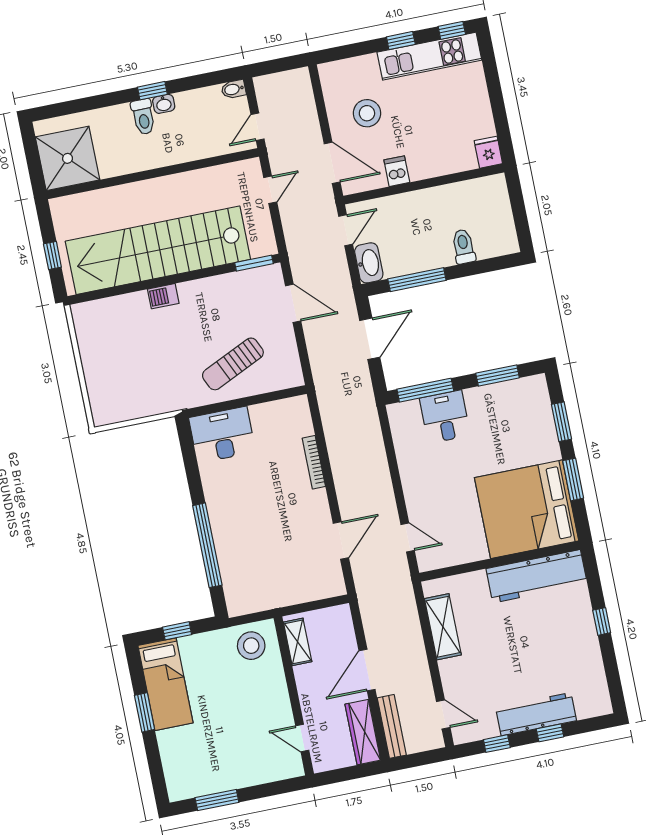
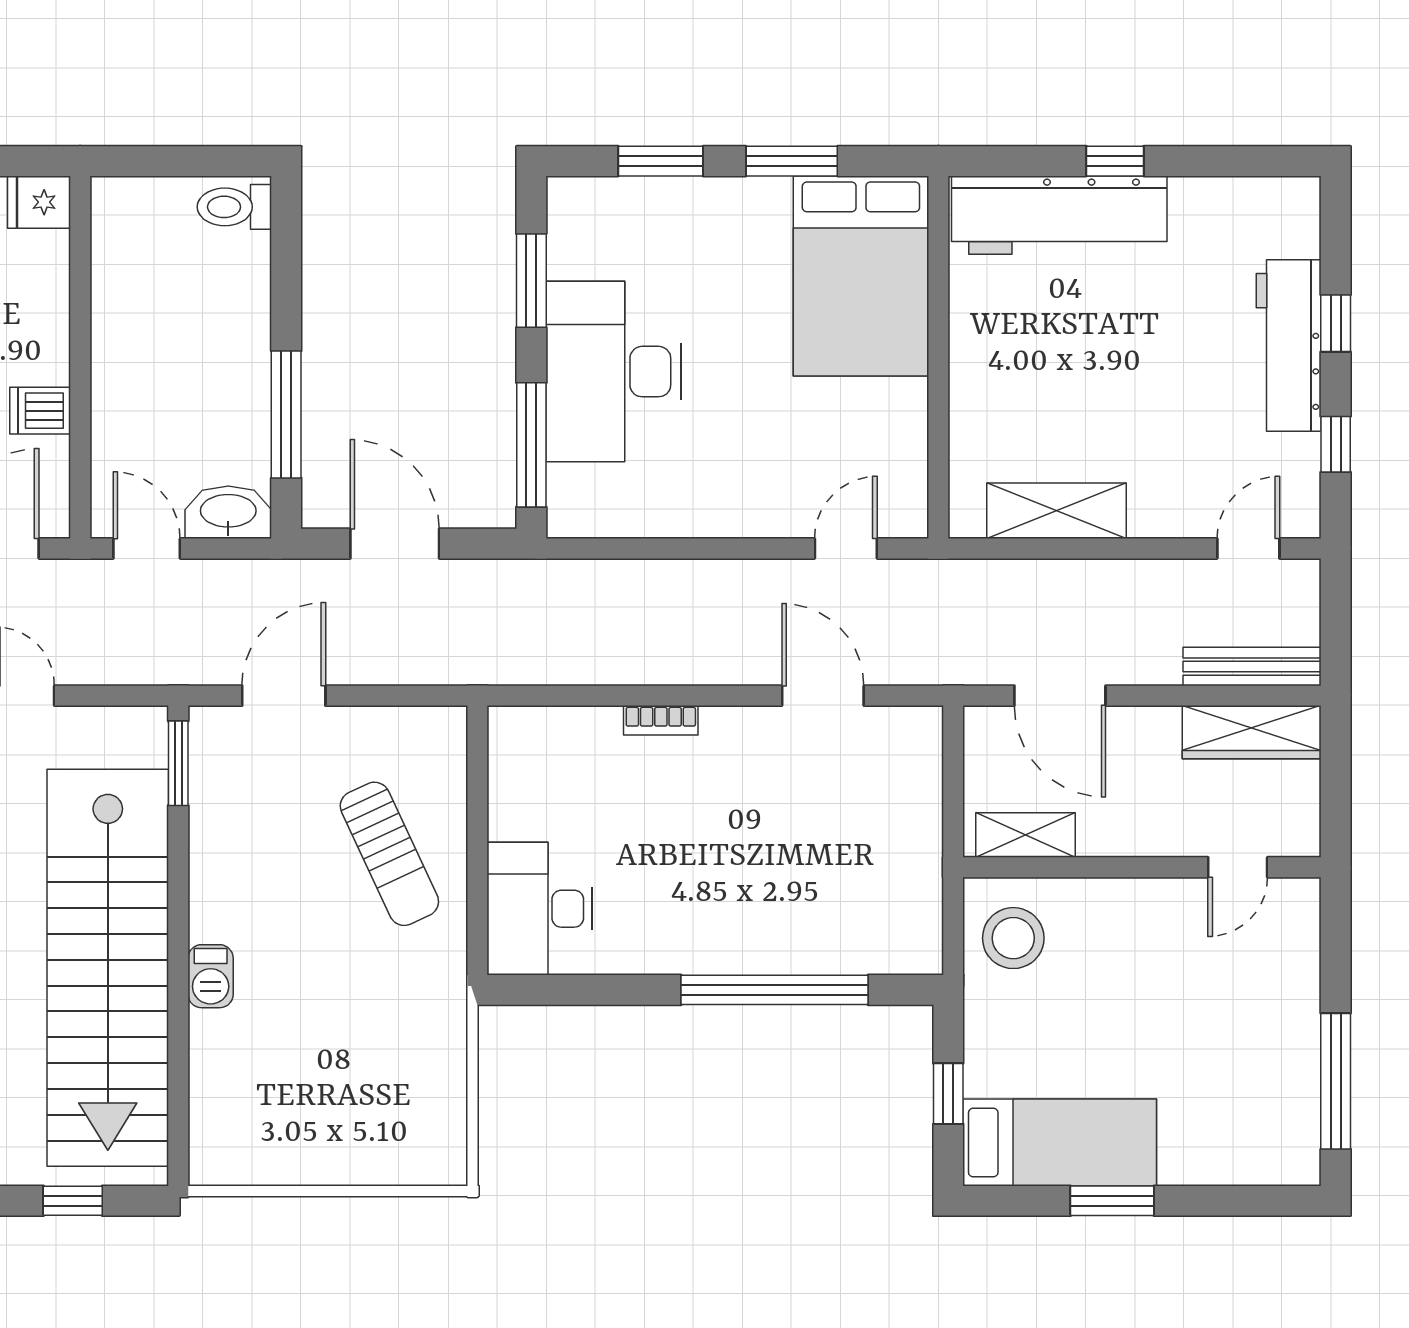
toilet: (464, 247) -> (234, 207), moved
desk: (445, 417) -> (614, 372), width x1.87, depth x1.30
bookcase: (314, 462) -> (661, 720), width x0.64
bed: (527, 509) -> (861, 276), width x0.73
workbench: (537, 576) -> (1059, 215), moved, turned 90
door: (367, 670) -> (1060, 696), moved
window: (217, 800) -> (1336, 1081), width x1.44

